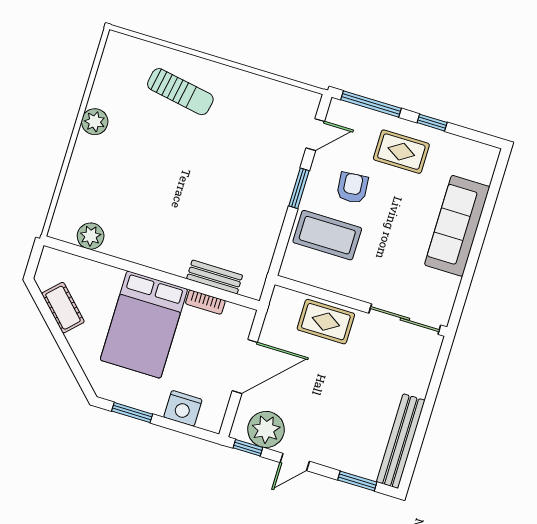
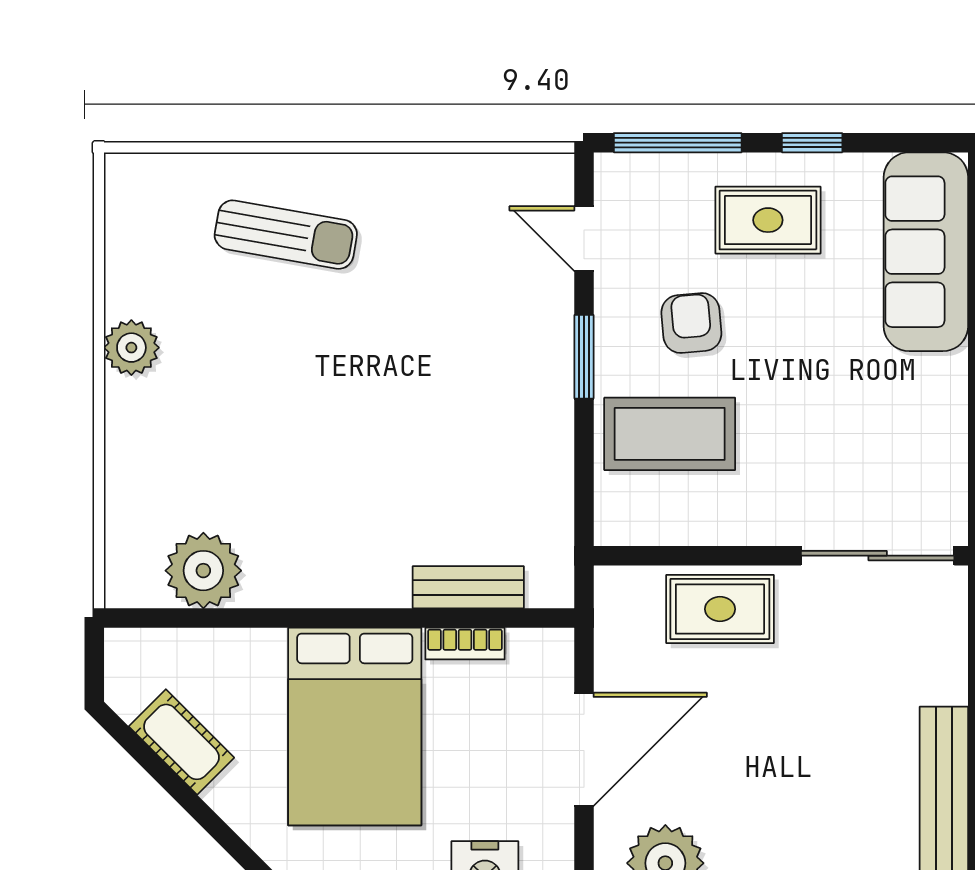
door: (315, 135) -> (584, 239), swing flipped
sofa: (457, 226) -> (926, 252), moved
plant: (91, 236) -> (203, 571), width x1.36, depth x1.36

